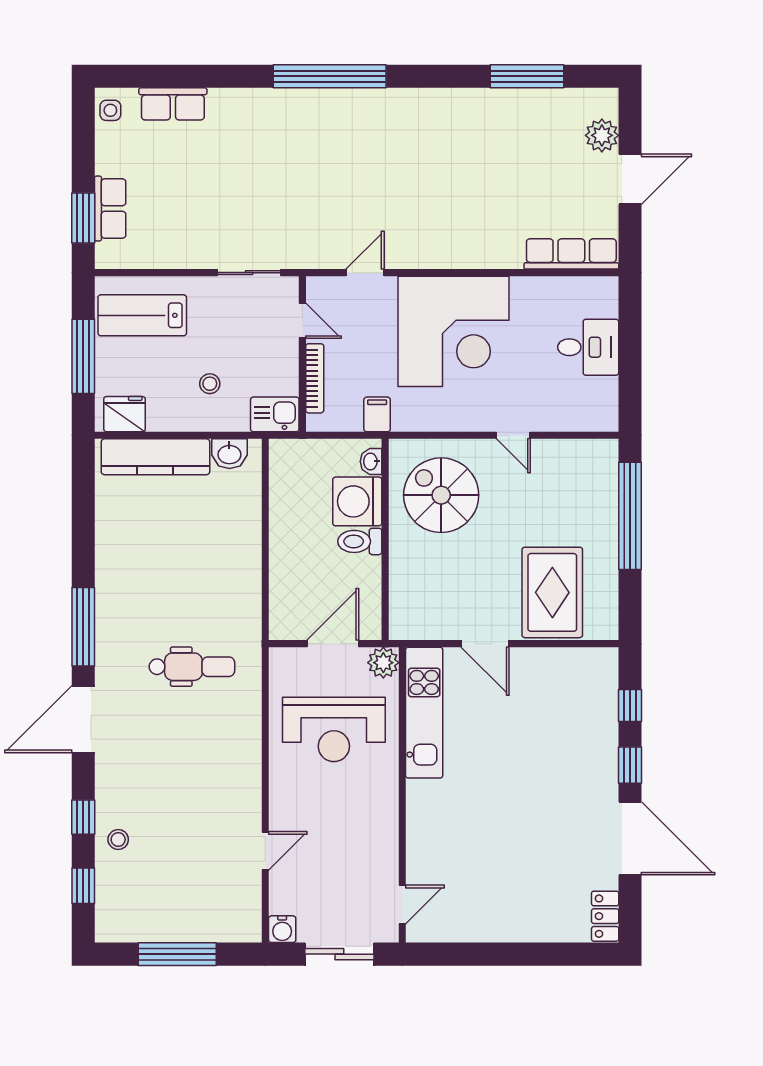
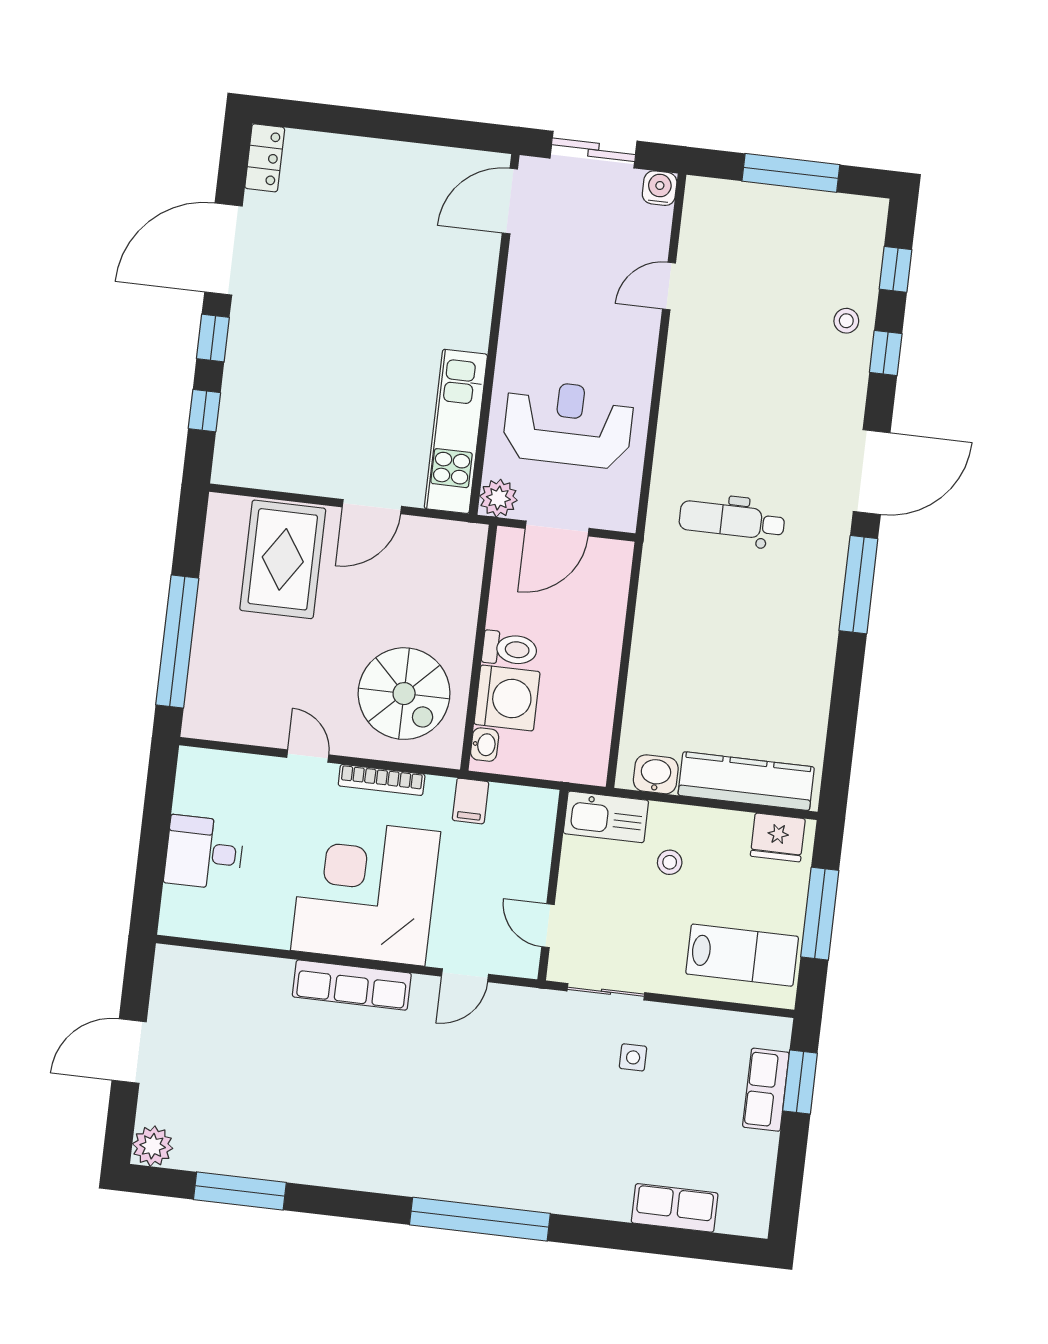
side table: (110, 110) -> (633, 1057), moved
plant: (602, 135) -> (153, 1146), moved
row of seats: (571, 254) -> (352, 985), moved
bookcase: (315, 378) -> (382, 780), moved, turned -90
kitchen sink: (275, 414) -> (606, 817), width x1.38
door: (485, 644) -> (372, 507), swing flipped
door: (630, 838) -> (223, 249), hinge flipped
door: (402, 905) -> (510, 201), width x1.38

